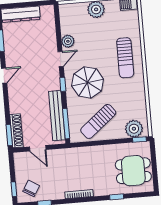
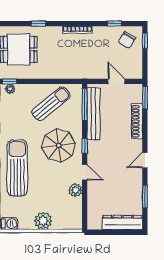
sun lounger: (125, 58) -> (17, 168), width x1.36, depth x1.34
door: (61, 59) -> (85, 172), swing flipped
plant: (134, 129) -> (10, 89), width x0.53, depth x0.53
shoe rack: (16, 131) -> (137, 121), moved

